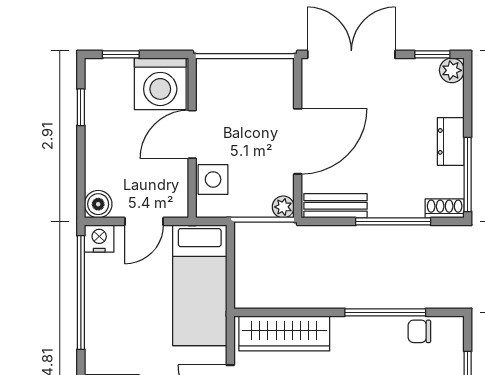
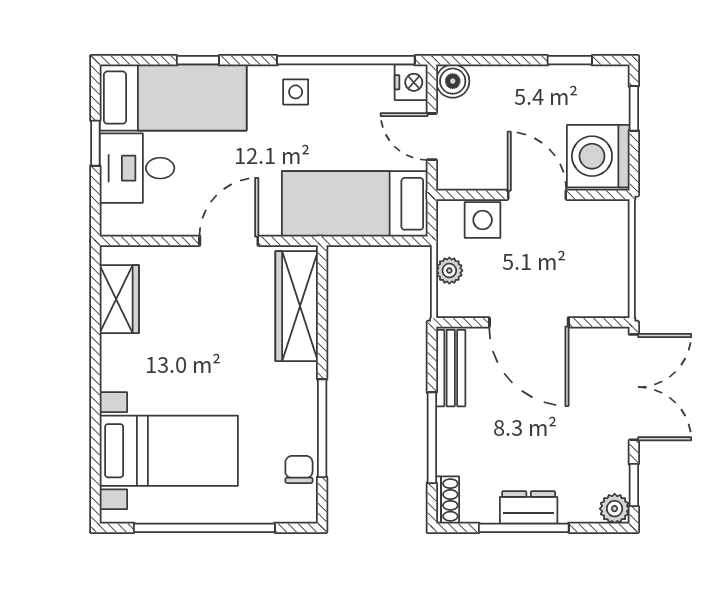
window: (468, 174) -> (524, 528), moved
plant: (283, 207) -> (449, 271), moved
side table: (107, 334) -> (296, 92), added

